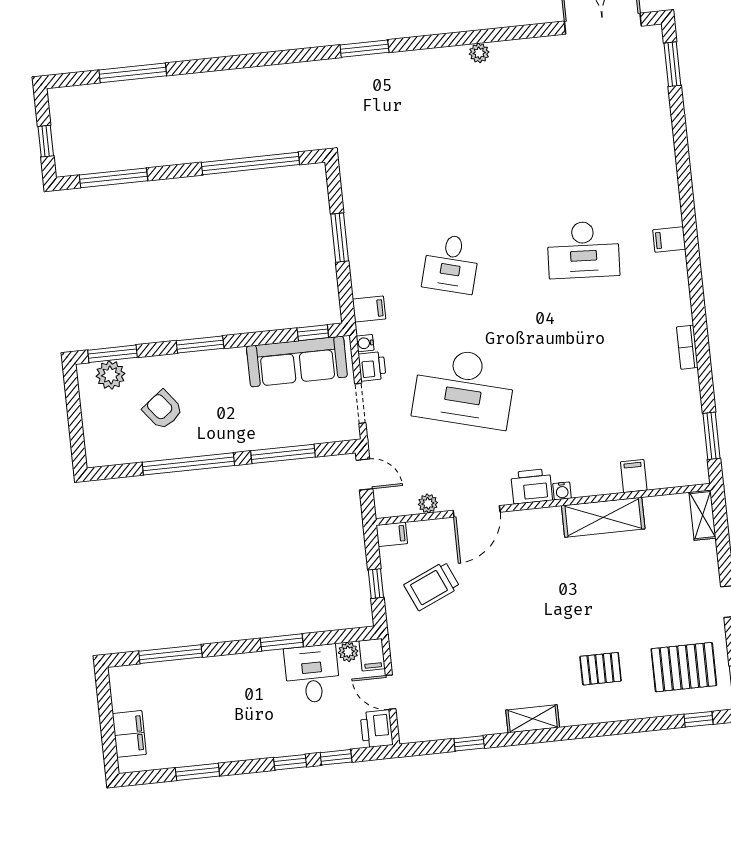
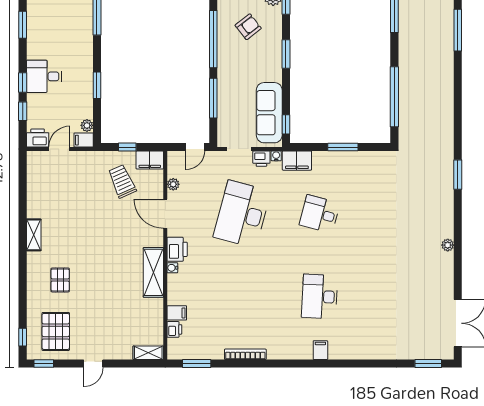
filing cabinet: (369, 309) -> (297, 161), width x2.00
bookcase: (687, 347) -> (245, 354), width x1.56
printer: (661, 477) -> (174, 329), added
shelving: (603, 517) -> (153, 272), moved
filing cabinet: (392, 534) -> (150, 160), width x2.00
desk: (312, 674) -> (44, 76), moved, turned 180
window: (469, 743) -> (23, 194), removed

